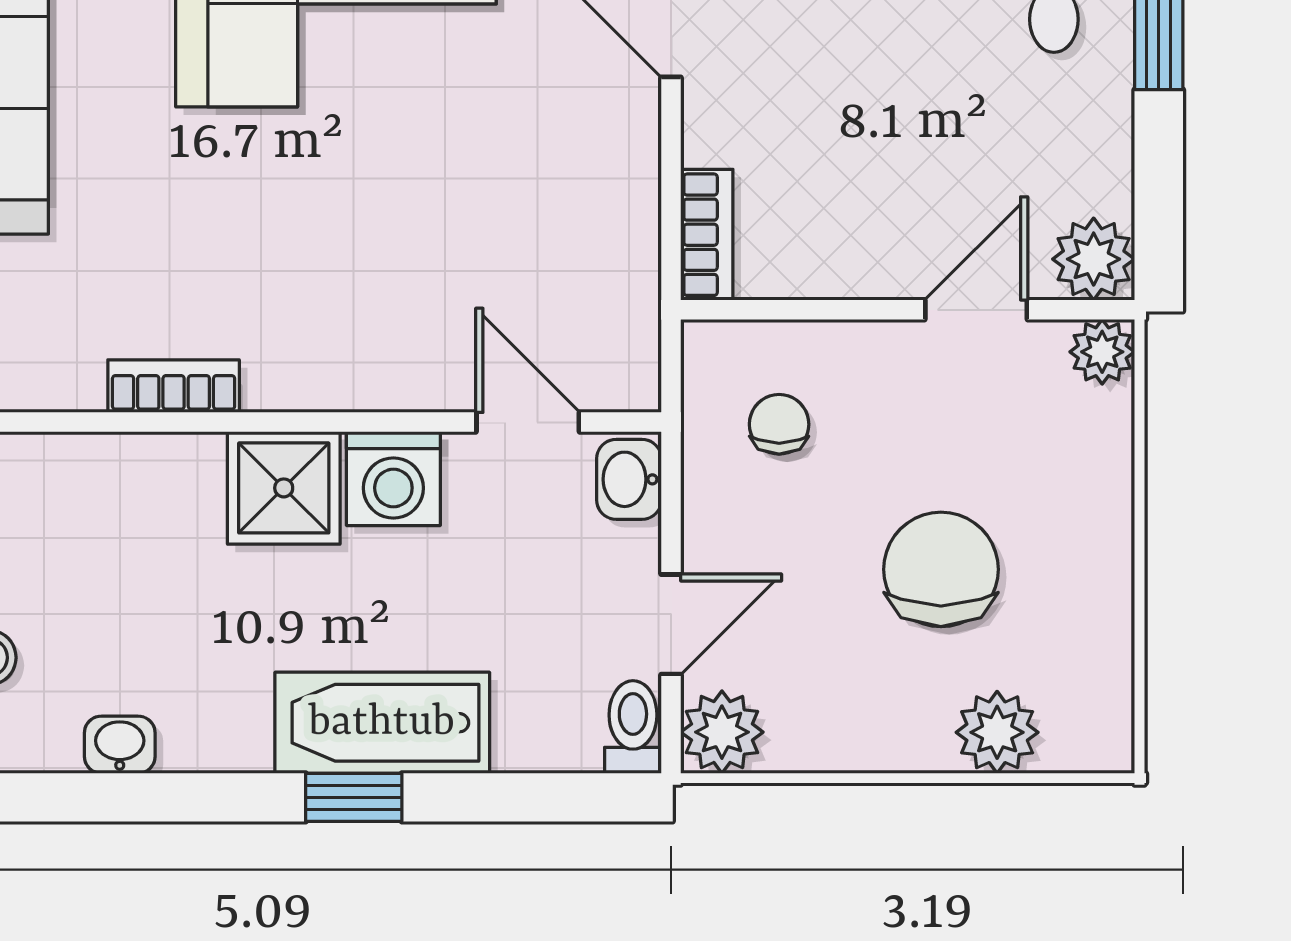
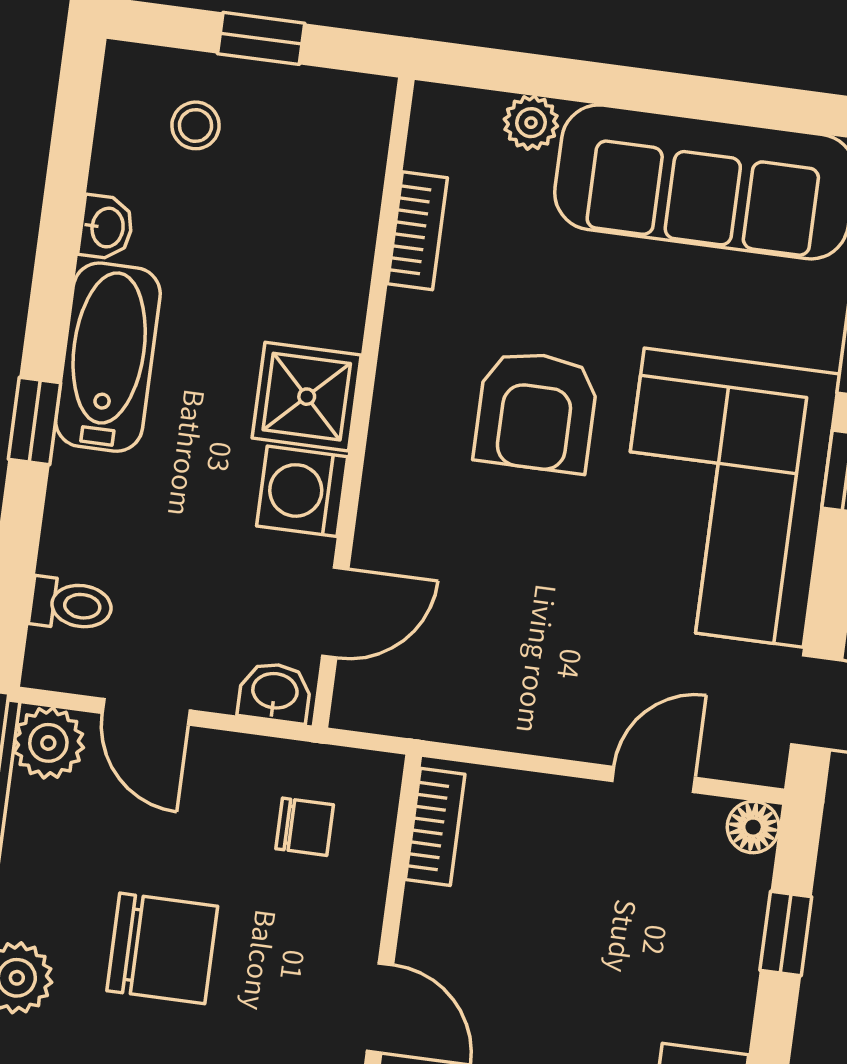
armchair: (266, 222) -> (536, 411), added
bookcase: (707, 235) -> (435, 827), moved, turned -90
bookcase: (174, 386) -> (417, 231), moved
bathtub: (382, 723) -> (108, 357), moved
toilet: (633, 727) -> (71, 605), moved

